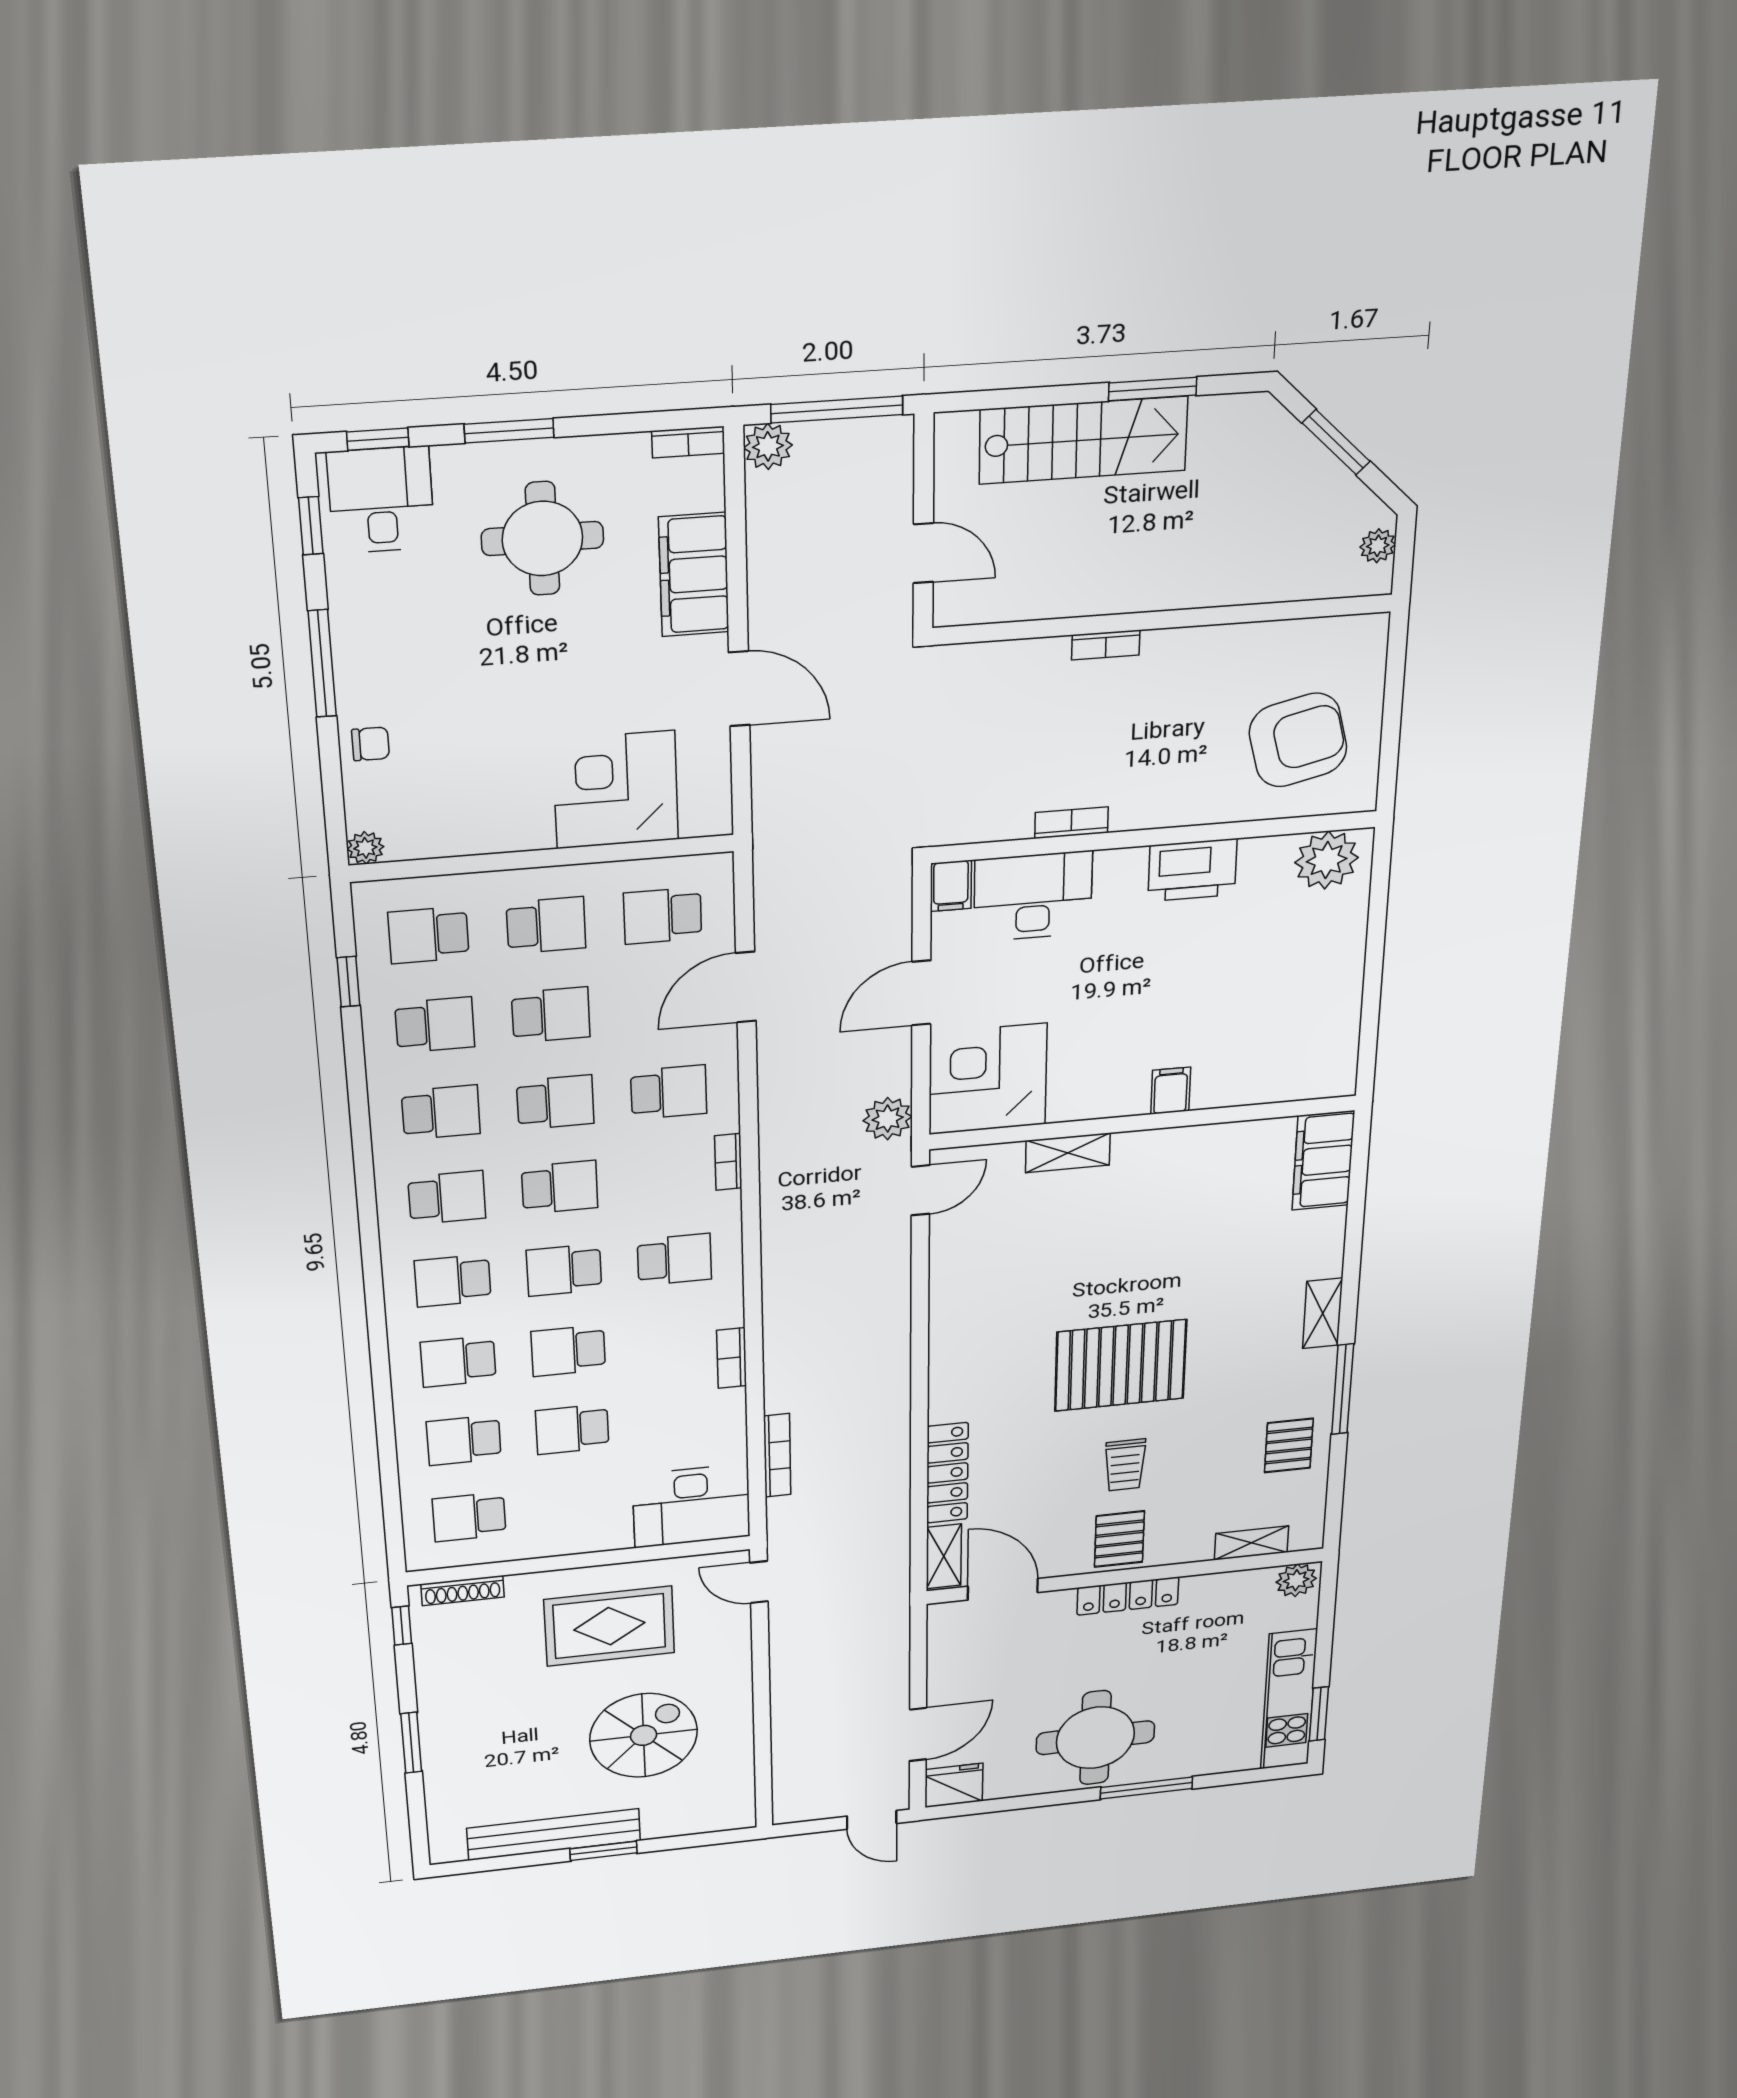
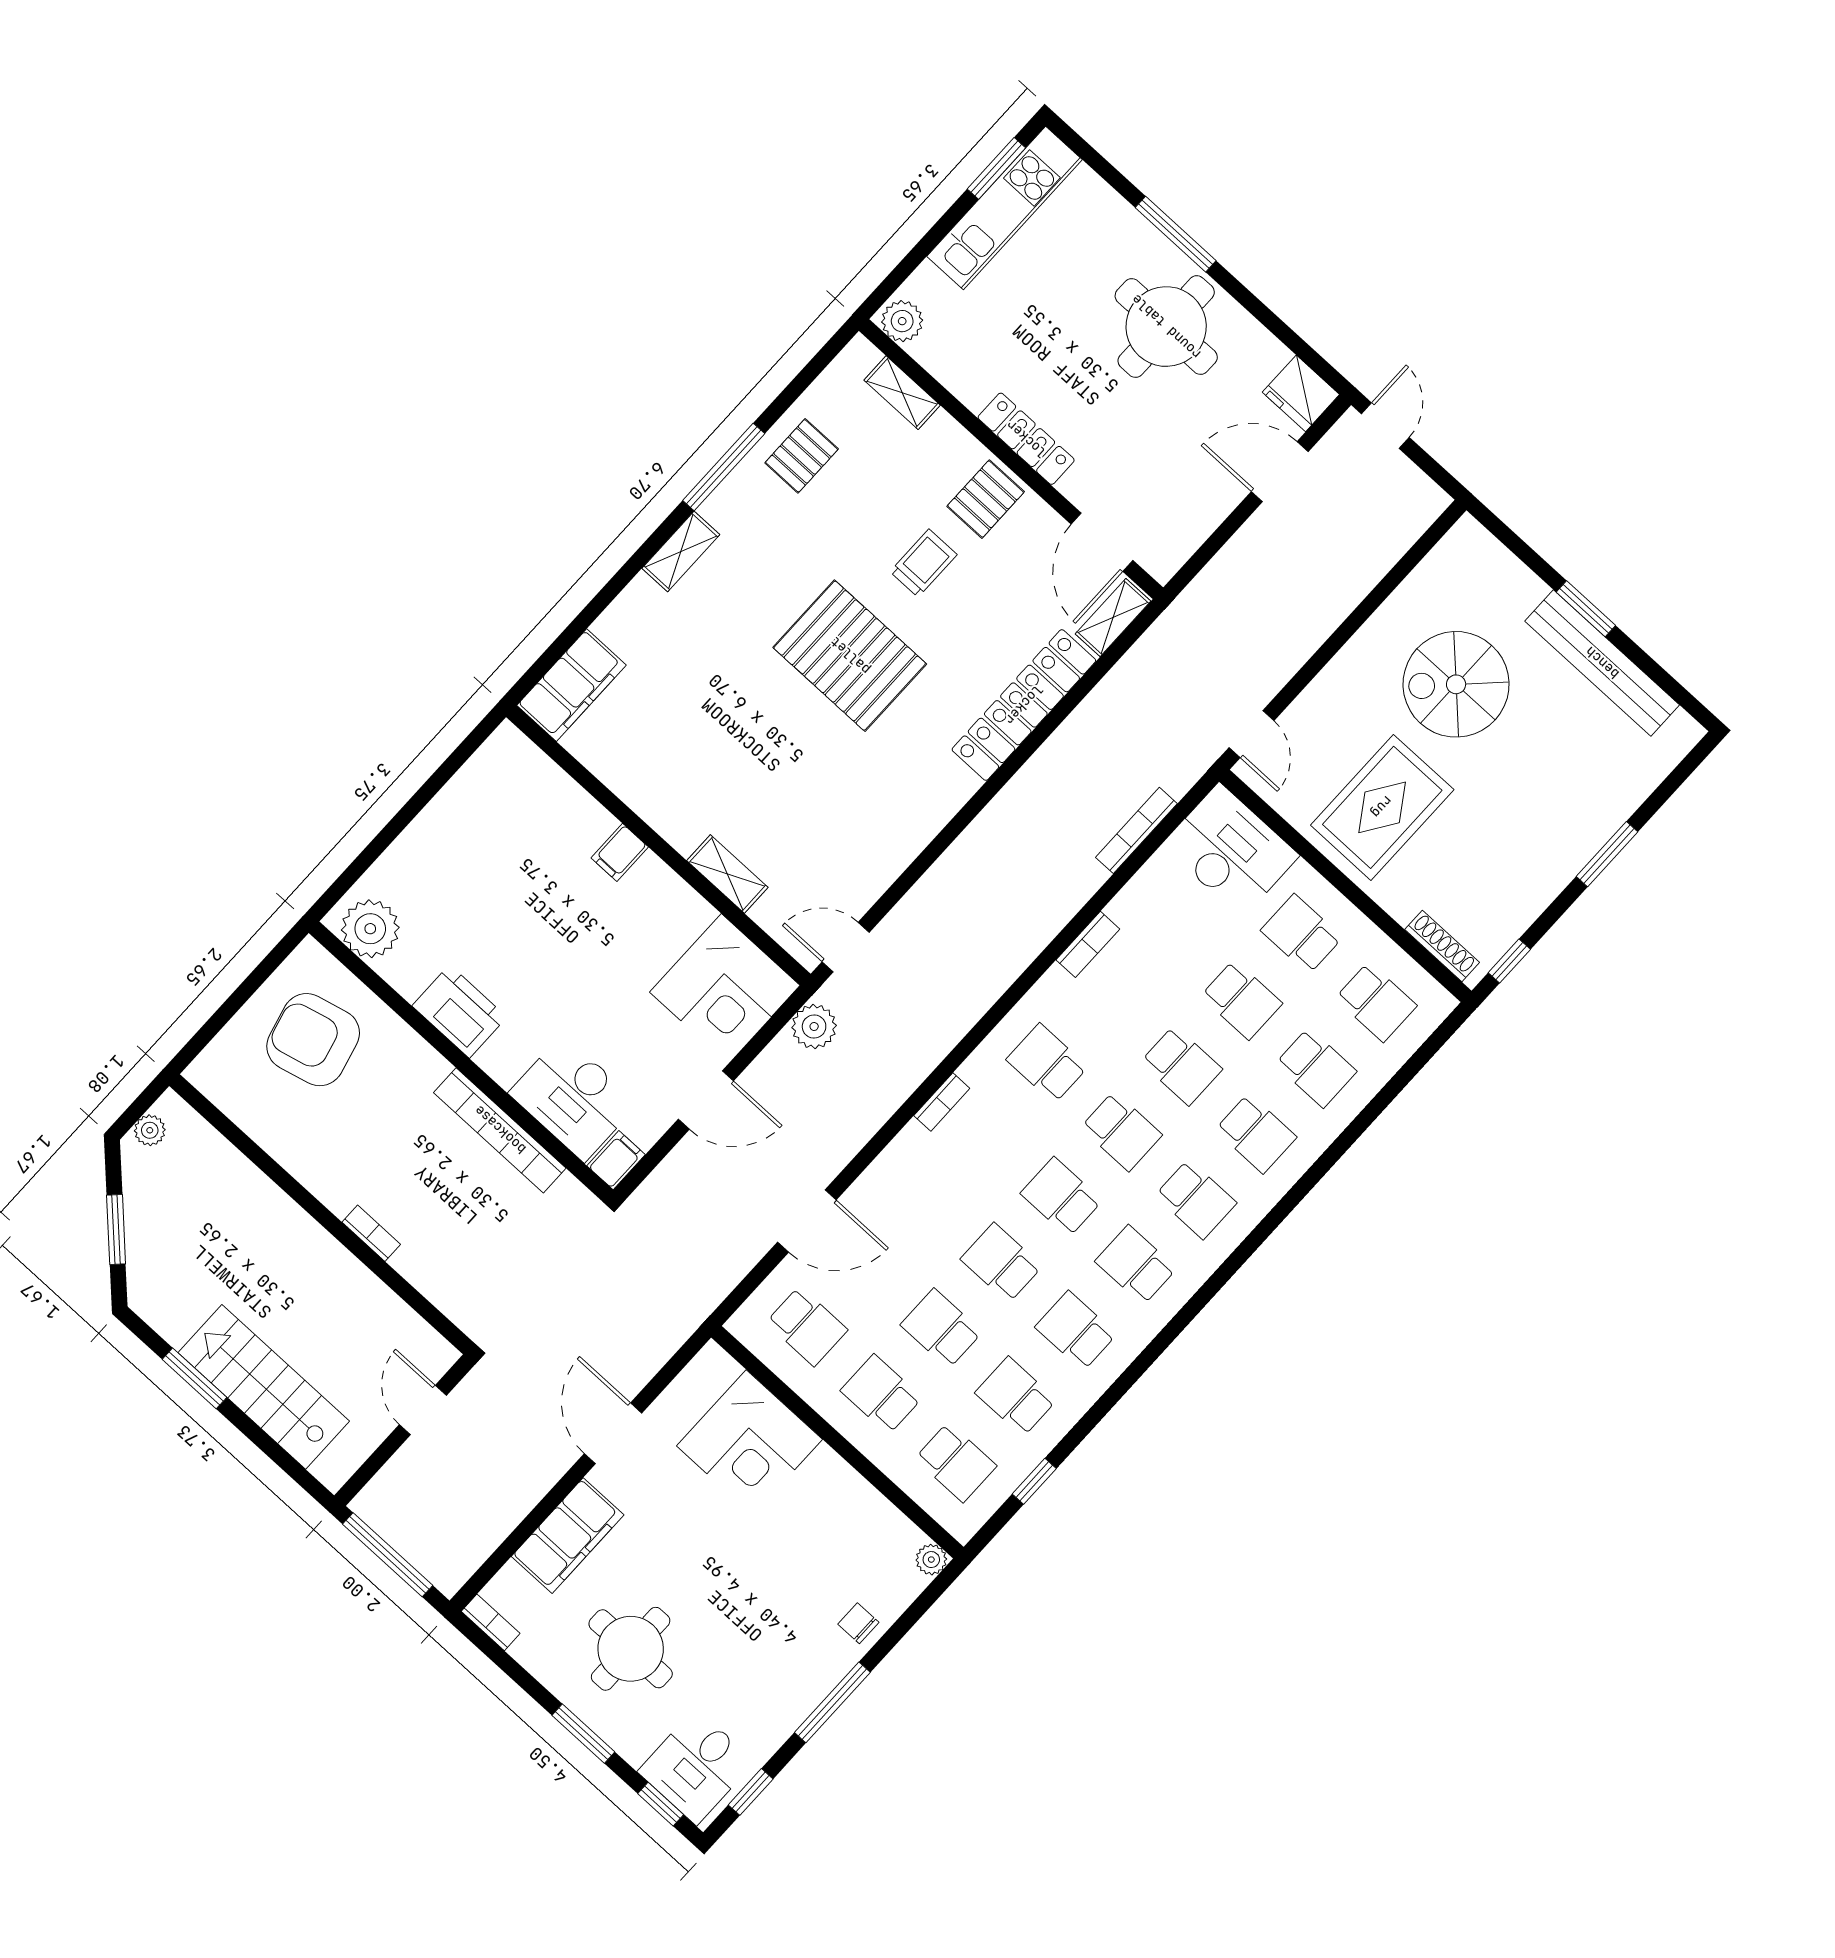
plant: (768, 446) -> (448, 1572), removed
bookcase: (1072, 823) -> (500, 1130), width x2.31, depth x1.31
school desk: (669, 1092) -> (1301, 934), moved
locker: (947, 1473) -> (1024, 705), width x1.41, depth x1.21
rug: (609, 1626) -> (1382, 807), turned 90

